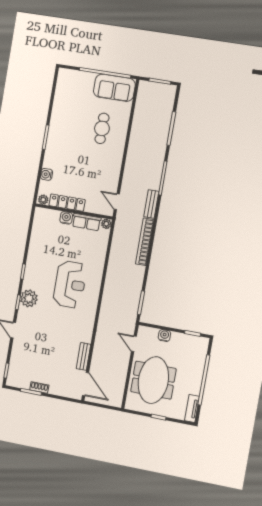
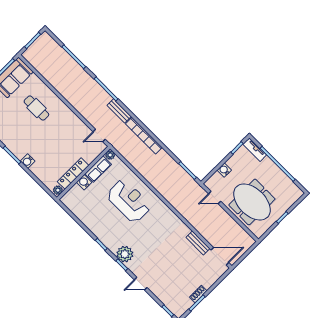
water cooler: (46, 174) -> (28, 161), moved
reception desk: (70, 284) -> (129, 201), moved
tv unit: (192, 408) -> (255, 150), moved

